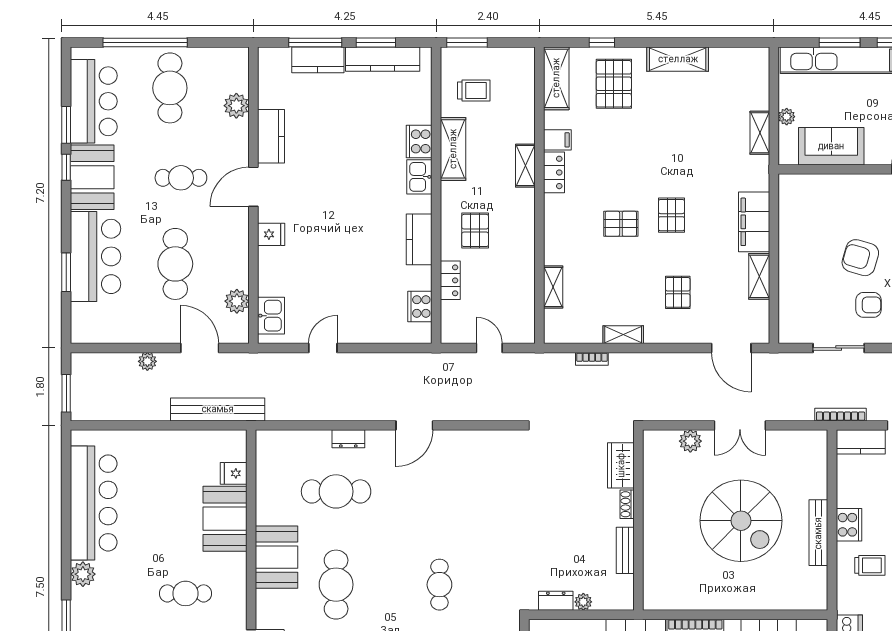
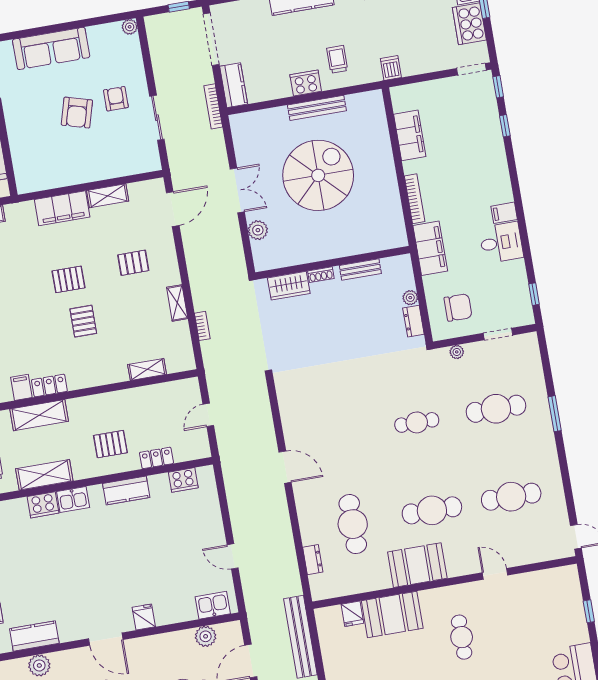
kitchen counter: (271, 136) -> (34, 636), moved
shelving: (525, 166) -> (39, 415), width x1.50, depth x1.33
dresser: (348, 439) -> (313, 560), moved

